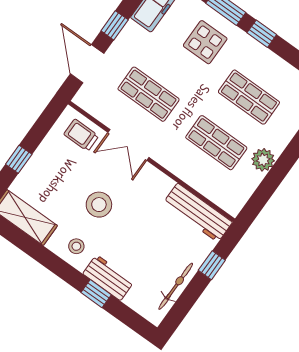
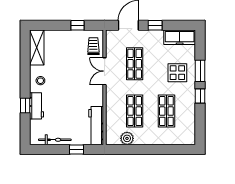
window: (19, 159) -> (78, 25), moved
plant: (263, 160) -> (127, 138), moved
stool: (99, 205) -> (67, 77), removed

